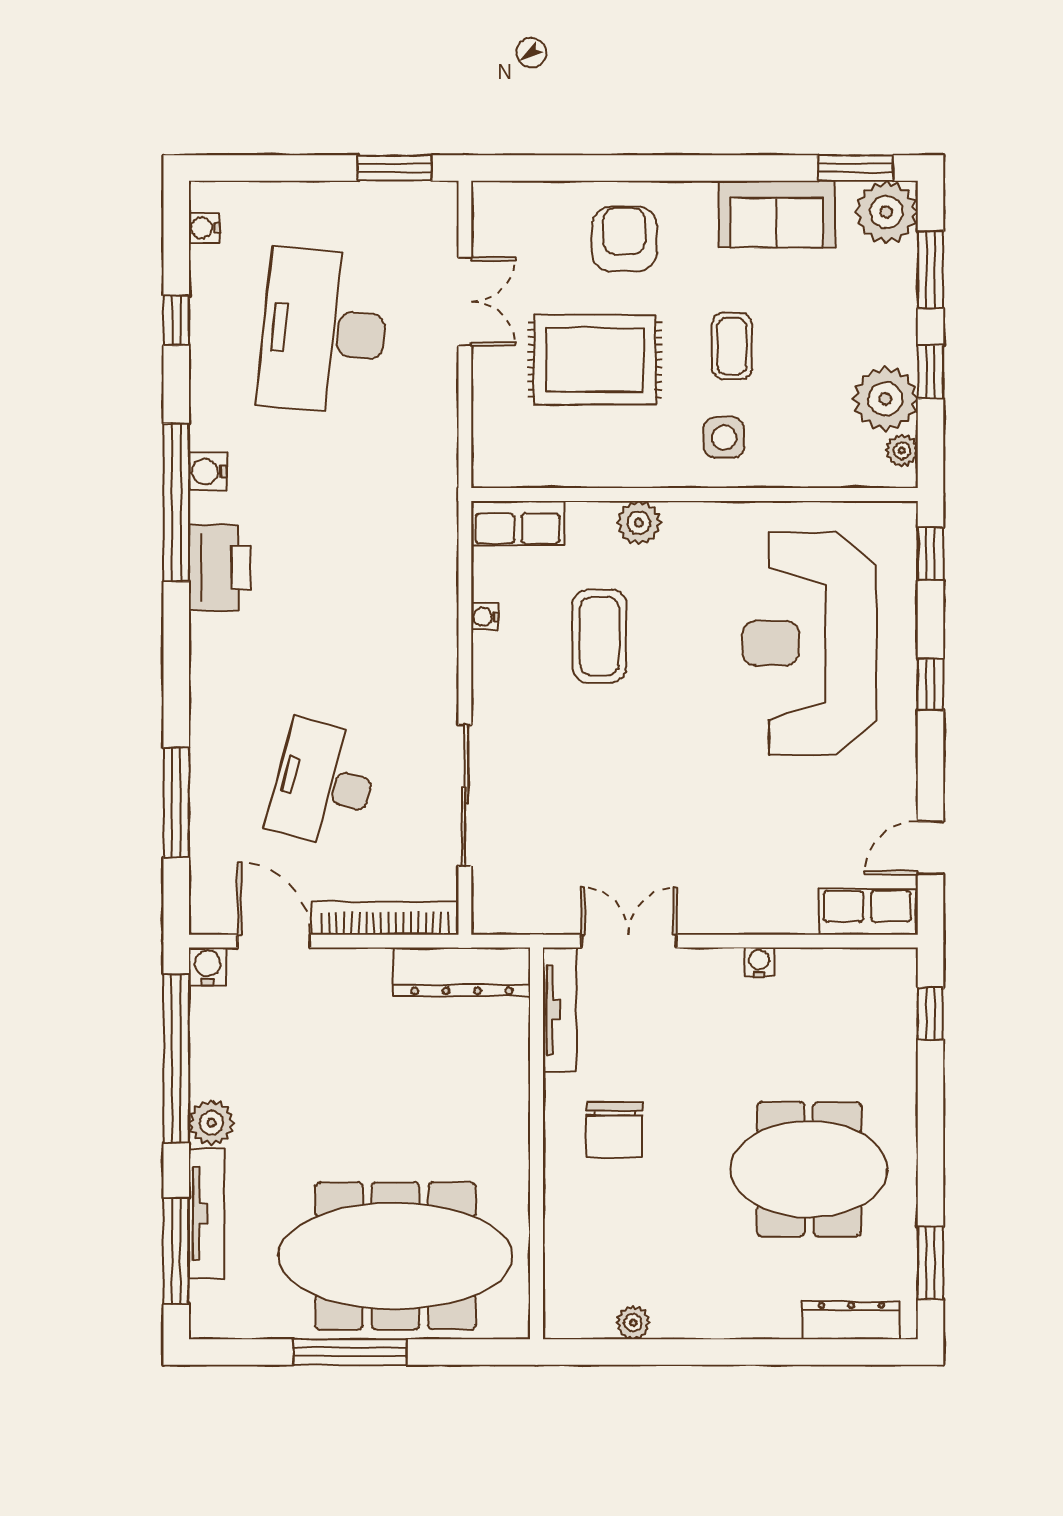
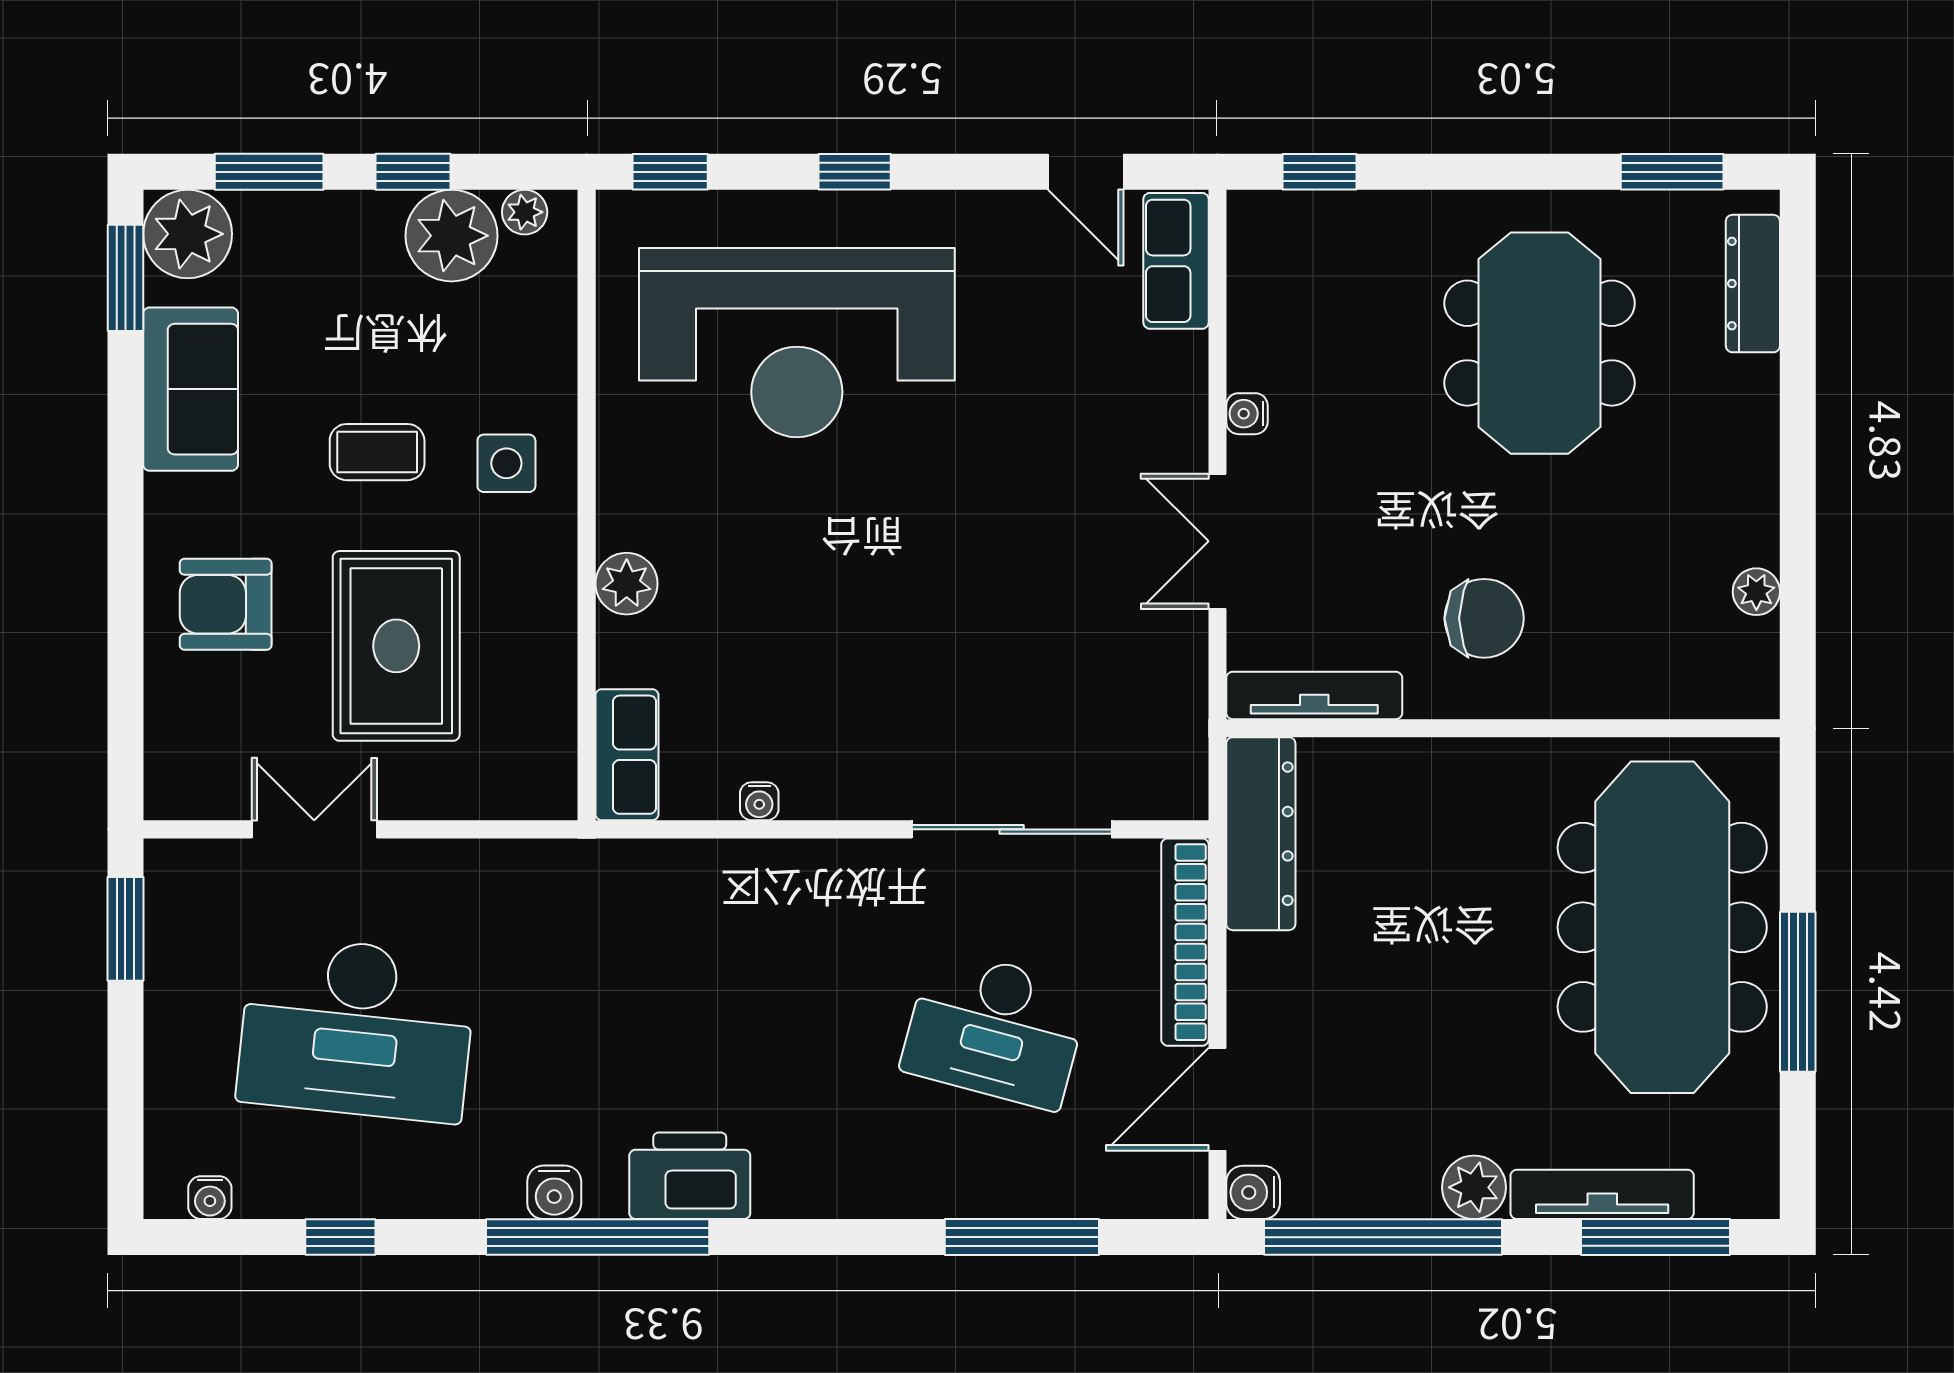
coffee table: (599, 636) -> (787, 639), removed
double door: (629, 941) -> (1217, 541), moved

